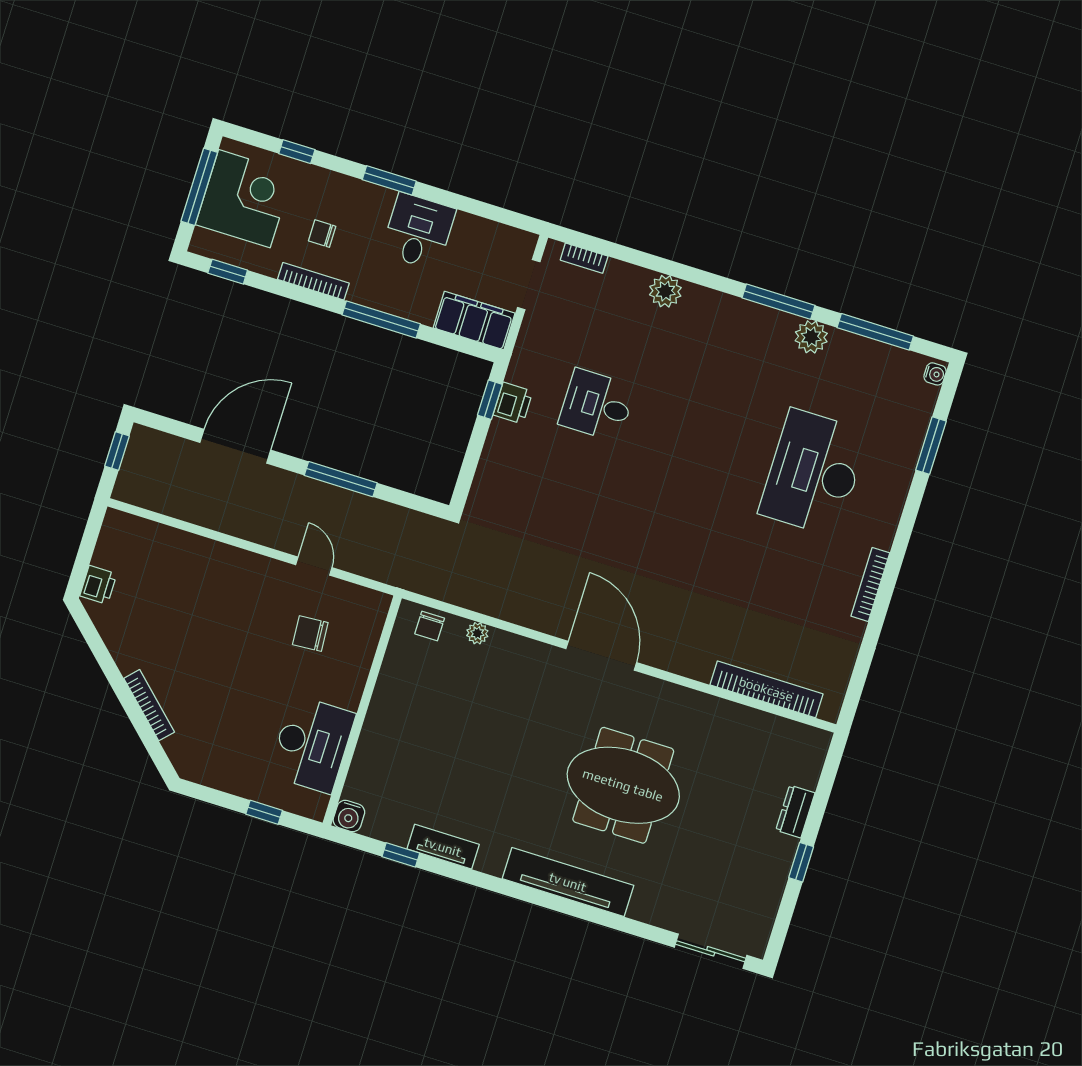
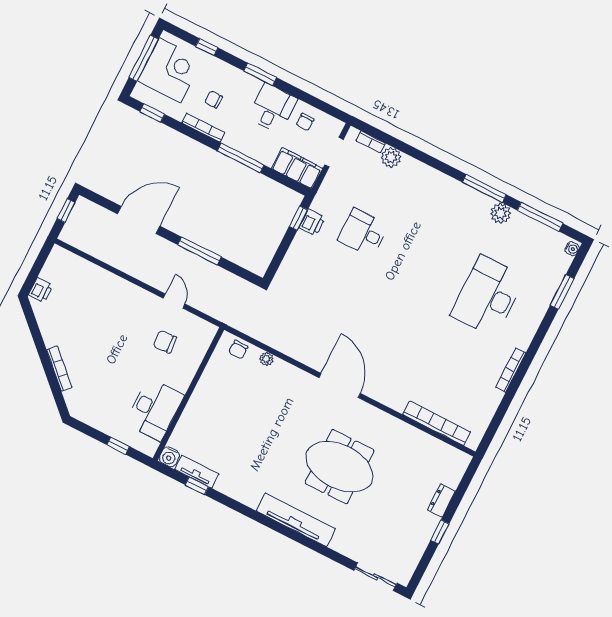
chair: (474, 244) -> (305, 122), added
plant: (665, 291) -> (391, 157), moved
tv unit: (443, 847) -> (197, 472), moved

